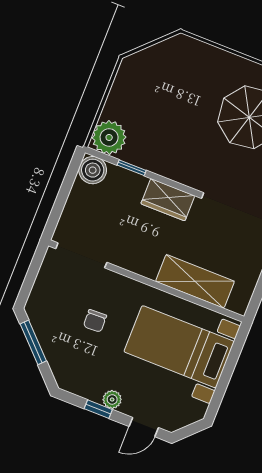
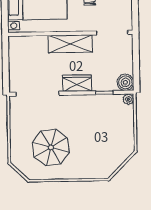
plant: (109, 137) -> (128, 99), width x0.53, depth x0.53
shelving: (195, 281) -> (70, 44), moved

